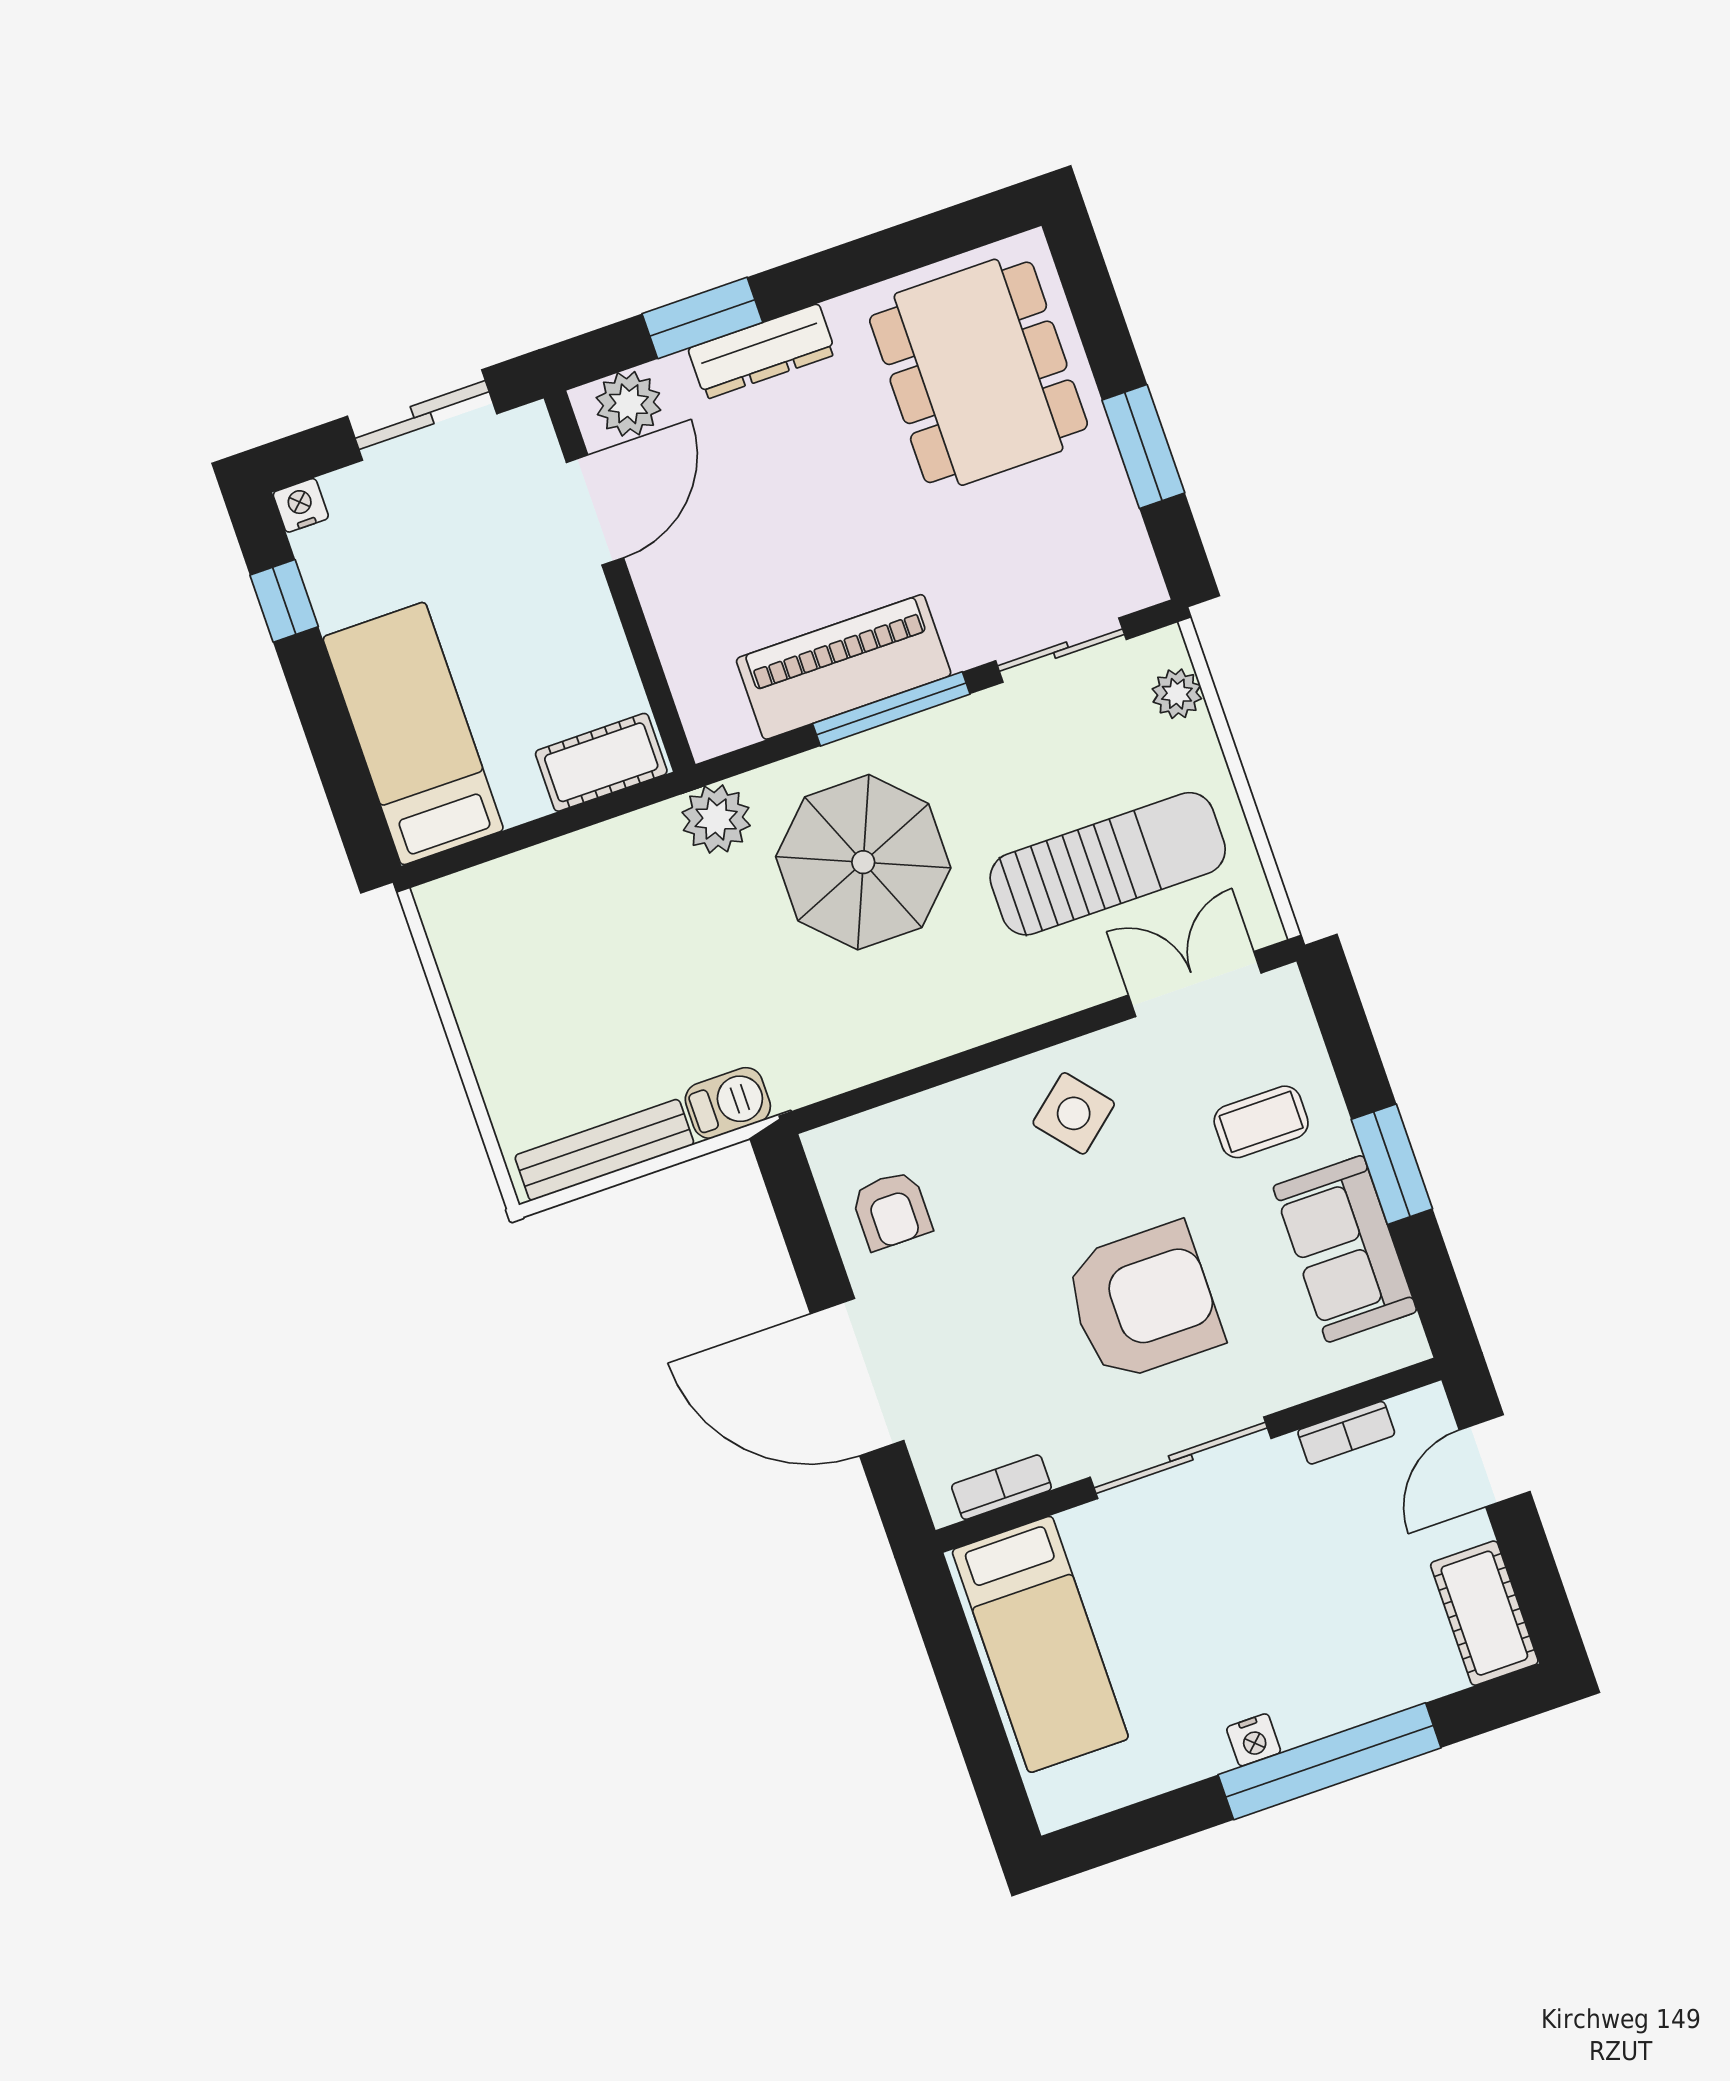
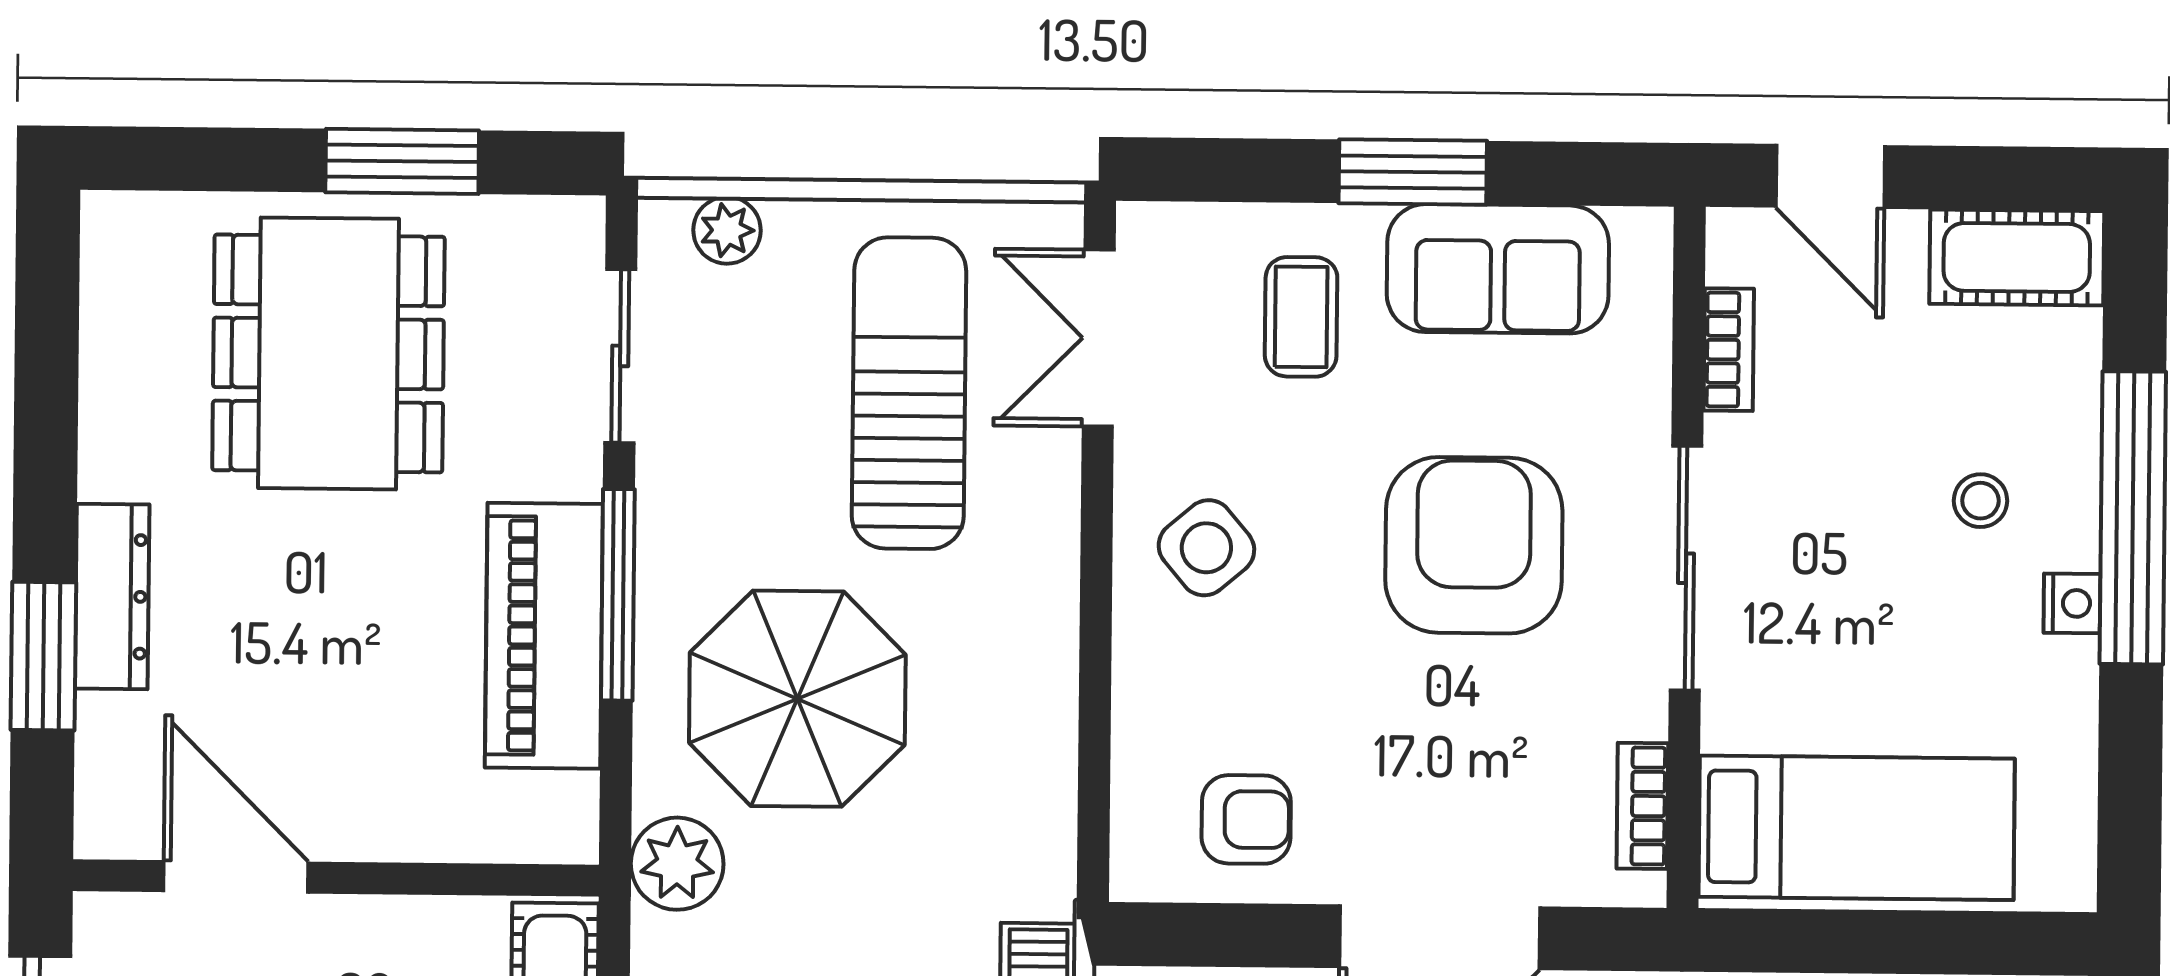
dining table: (979, 372) -> (328, 353), moved, turned 90
plant: (628, 404) -> (118, 787), removed
stool: (1303, 1649) -> (1980, 501), added

